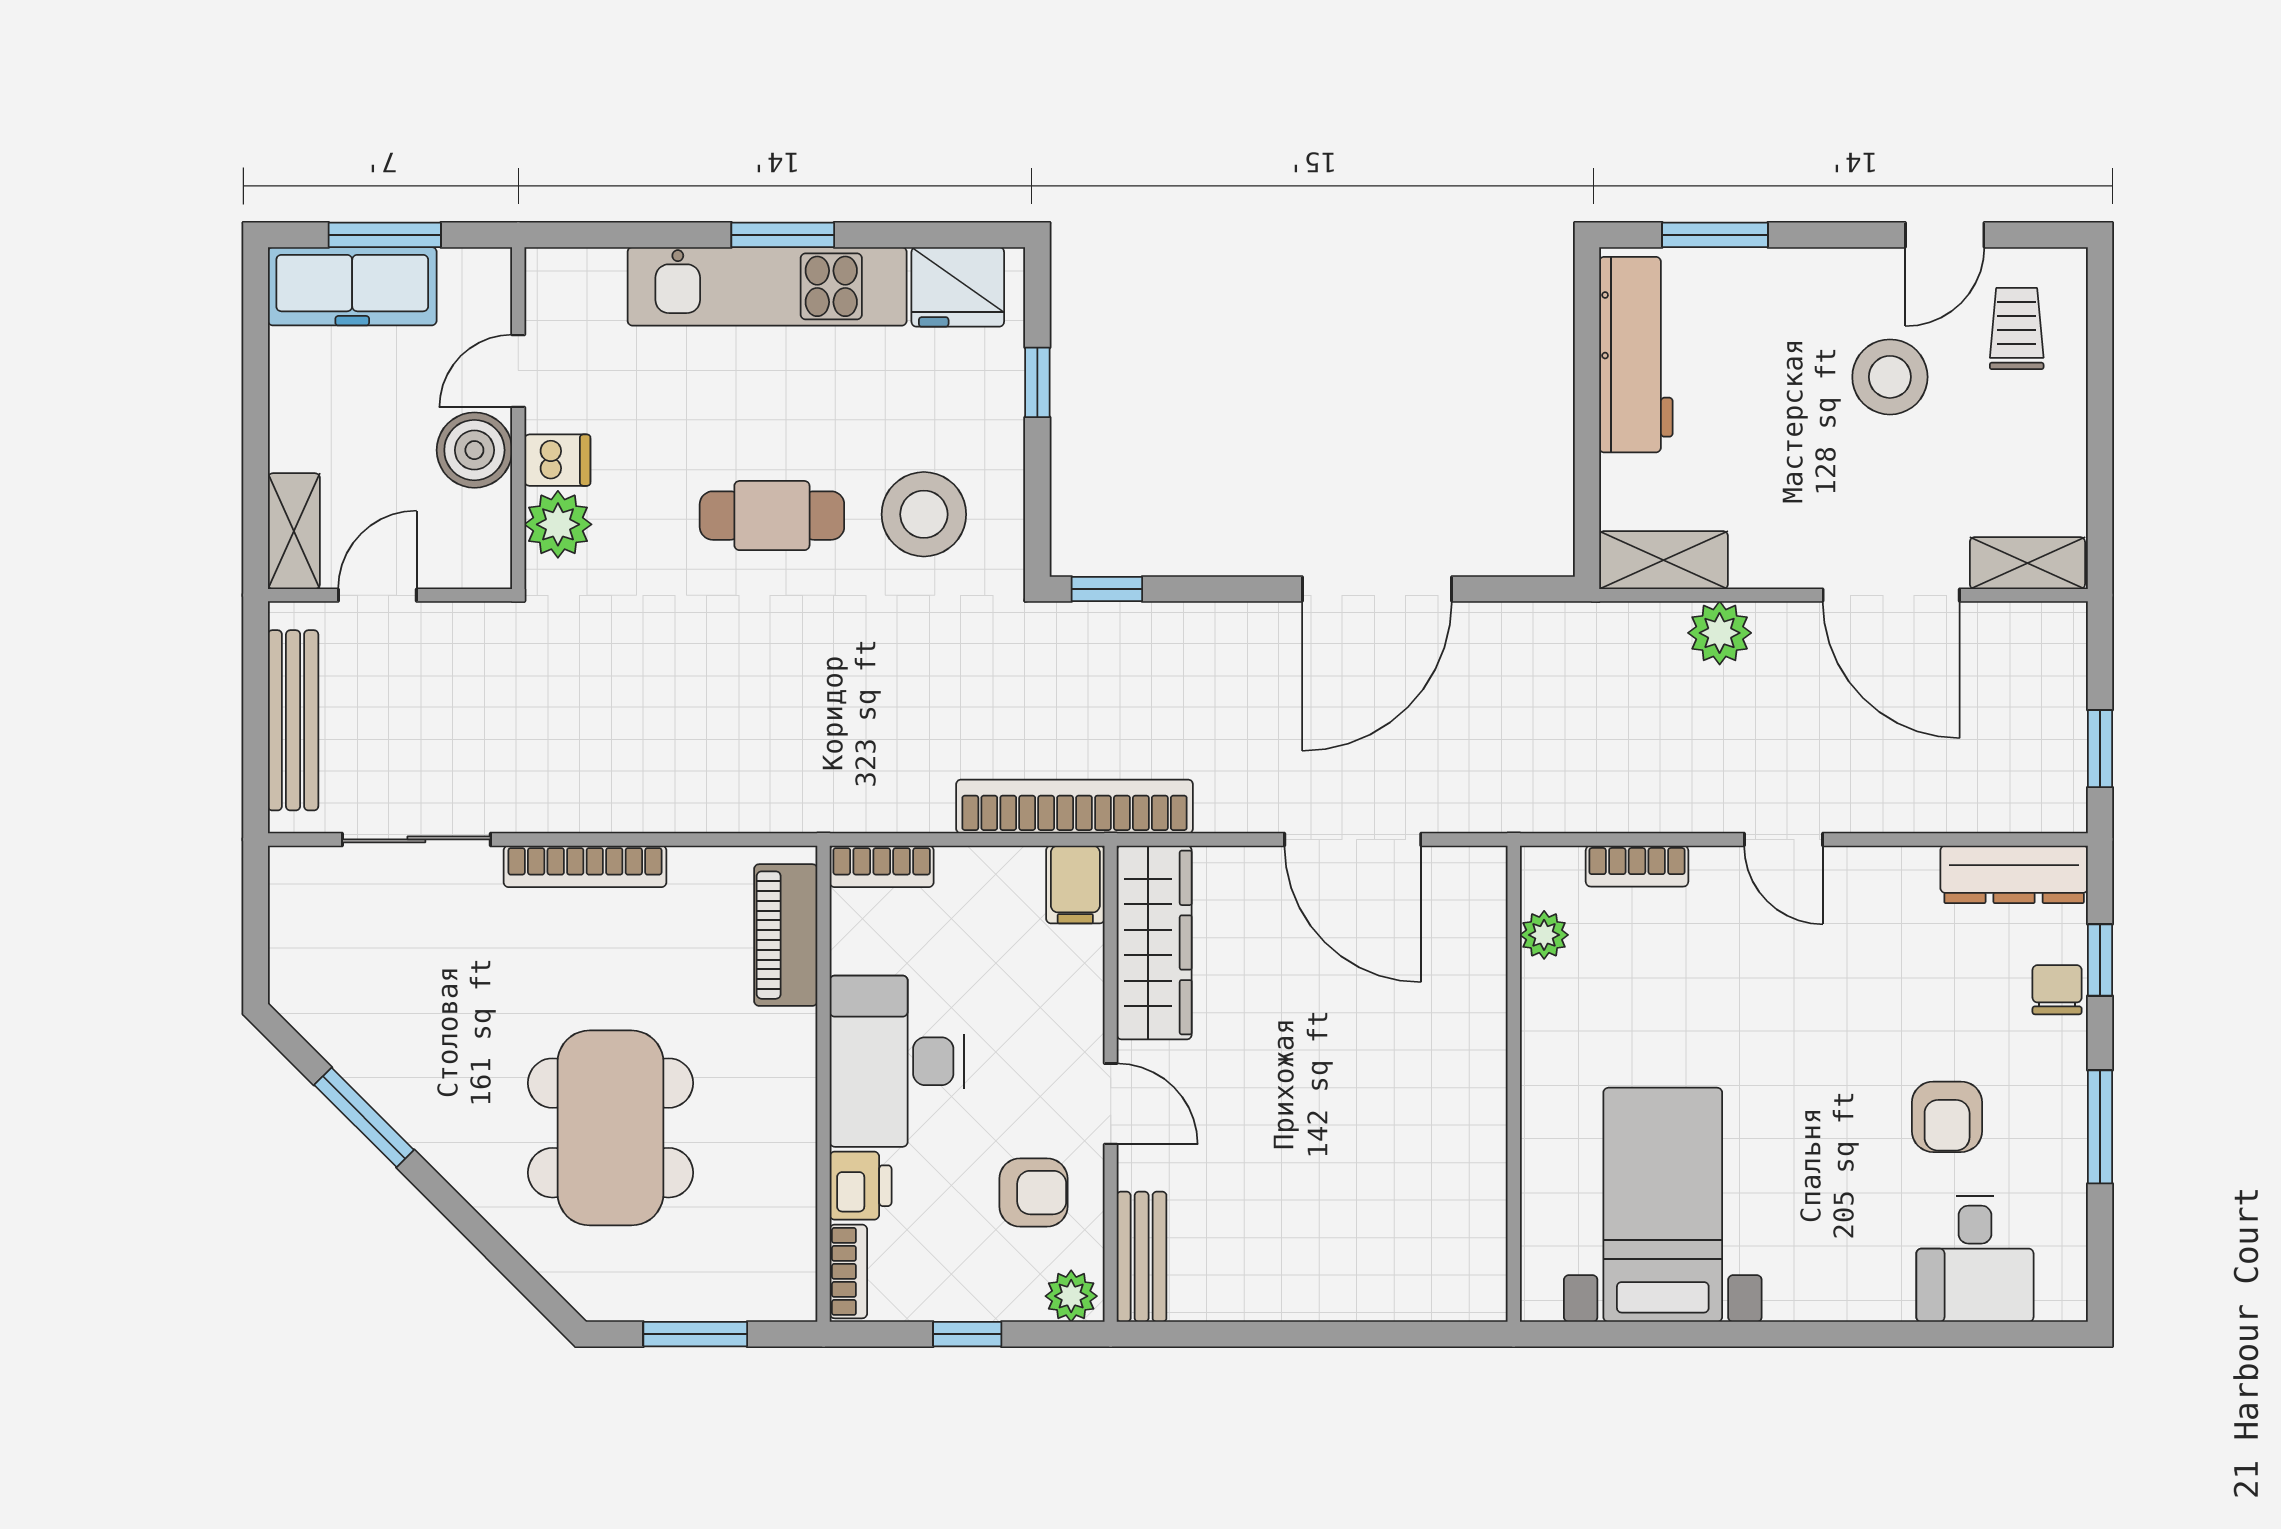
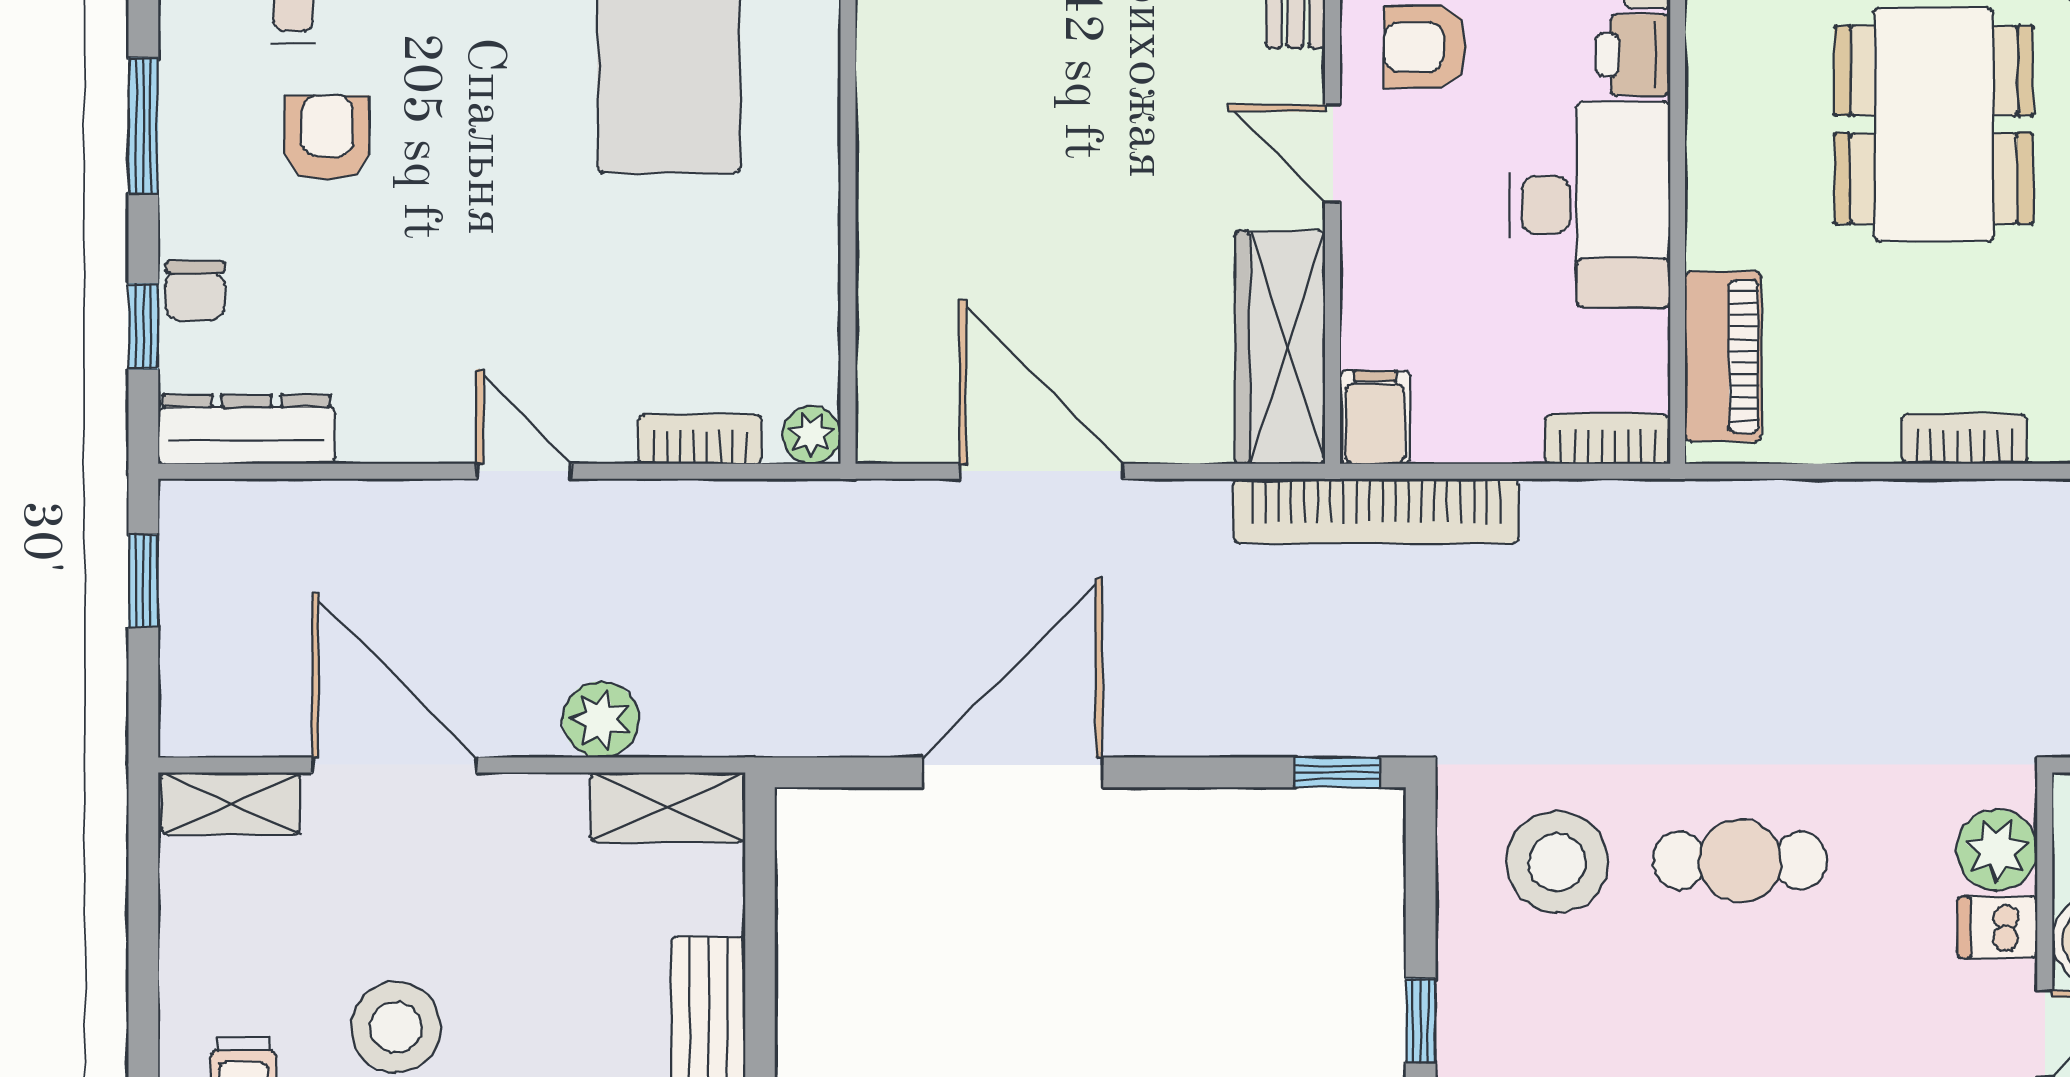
bookcase: (585, 866) -> (1964, 439), width x0.64
plant: (1544, 935) -> (812, 435), moved

